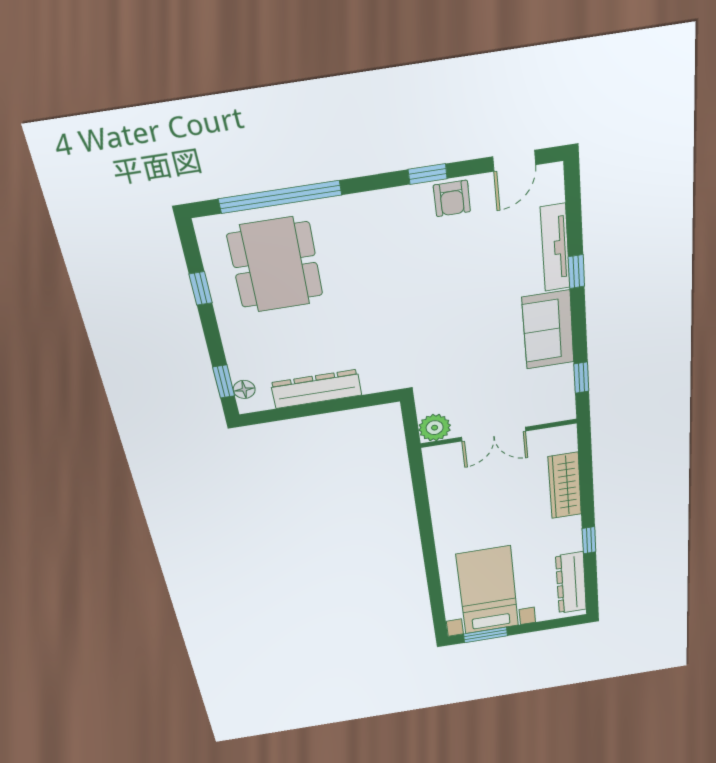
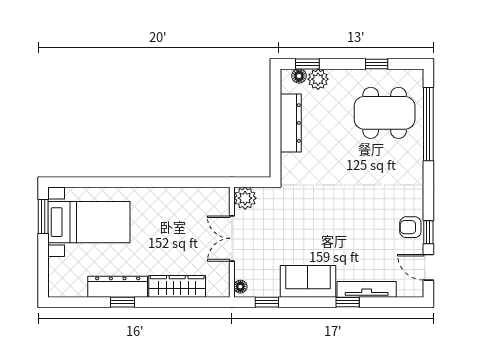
window: (428, 174) -> (428, 232), moved
plant: (243, 364) -> (318, 79), added
floor lamp: (561, 413) -> (240, 287), added
dresser: (571, 583) -> (118, 287), moved

